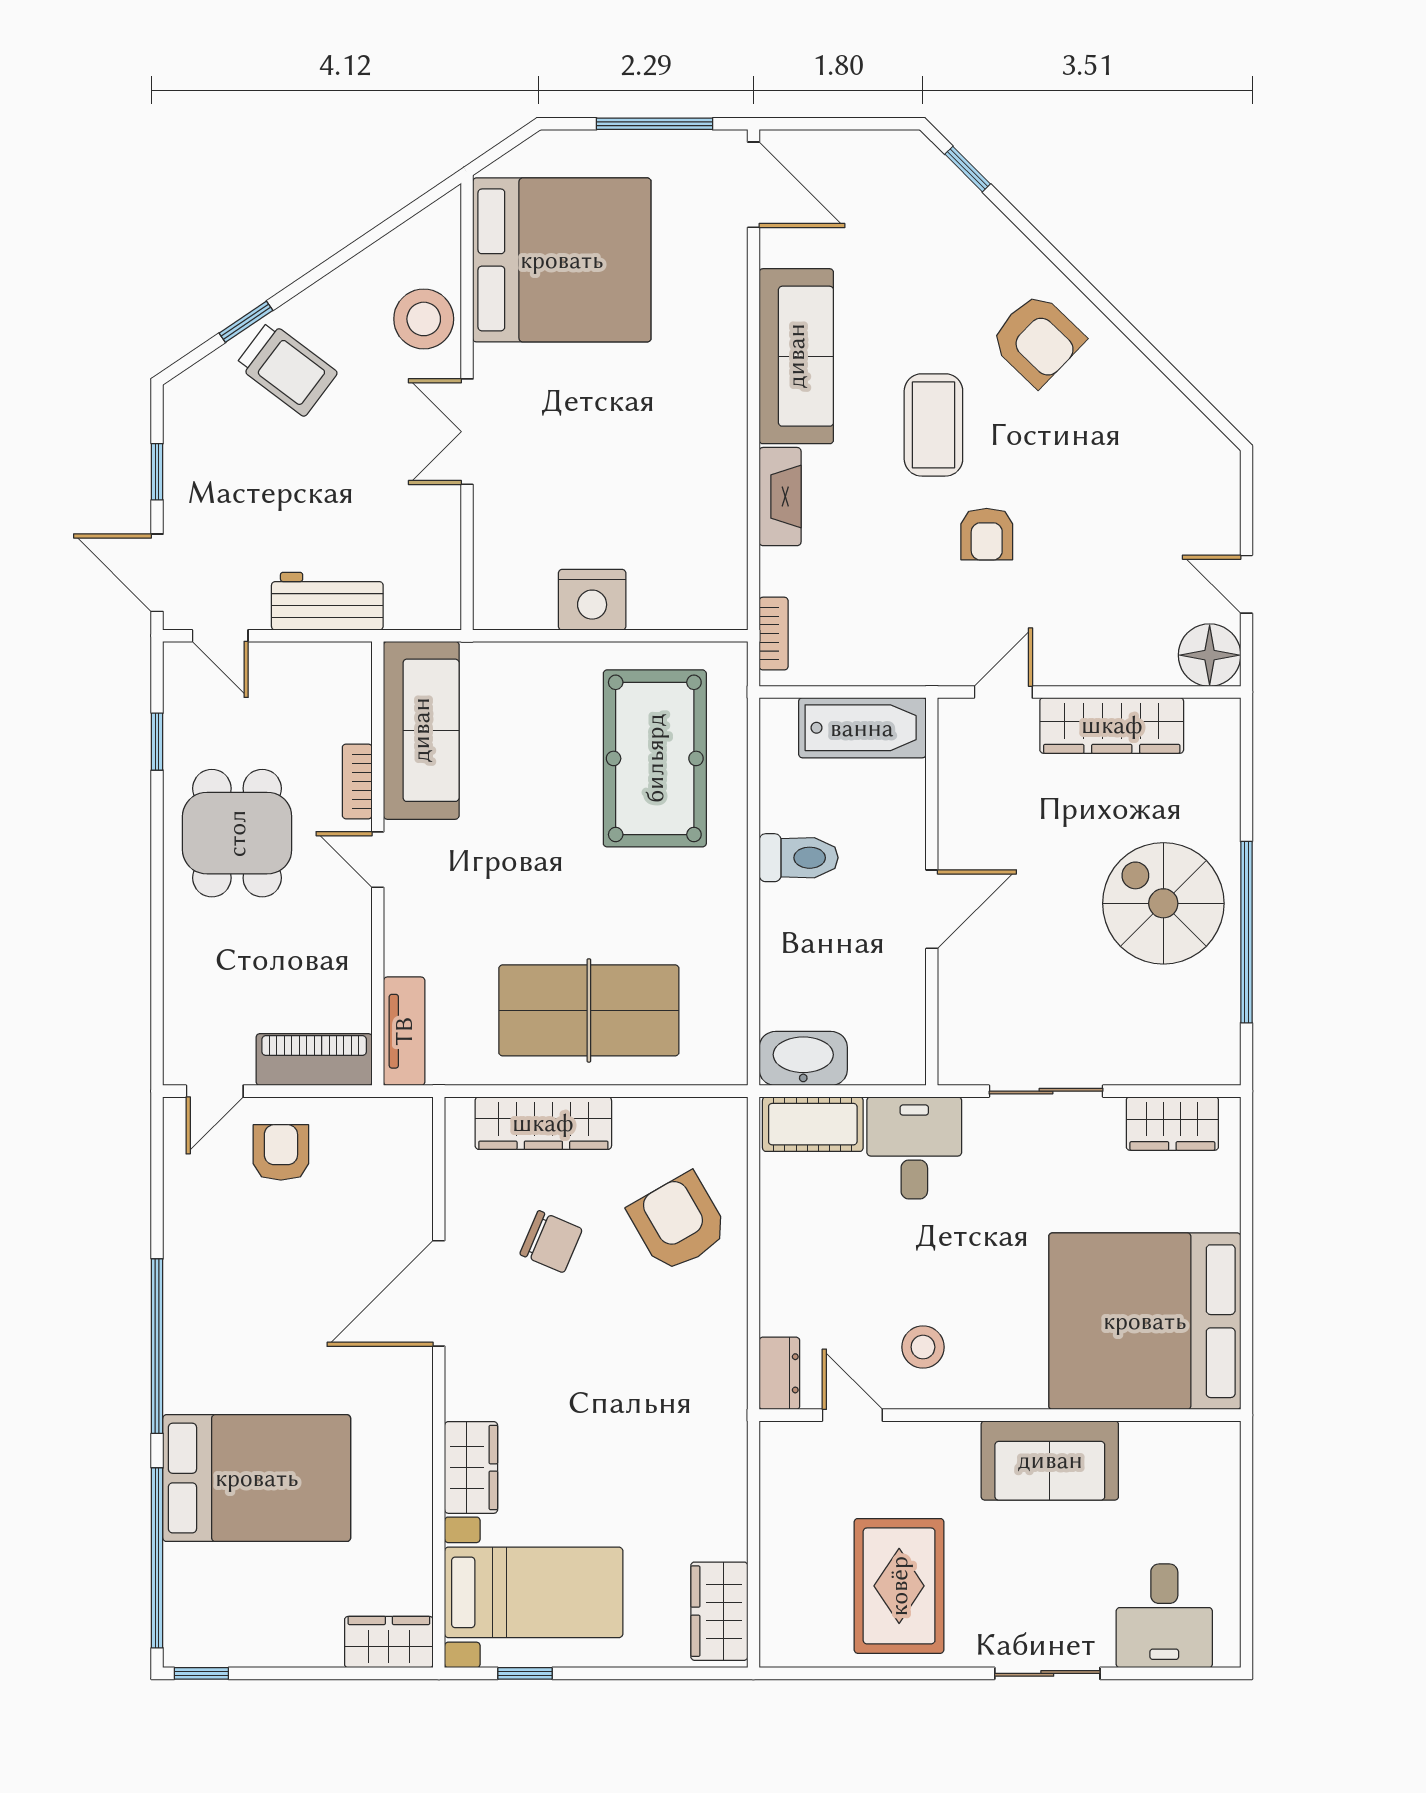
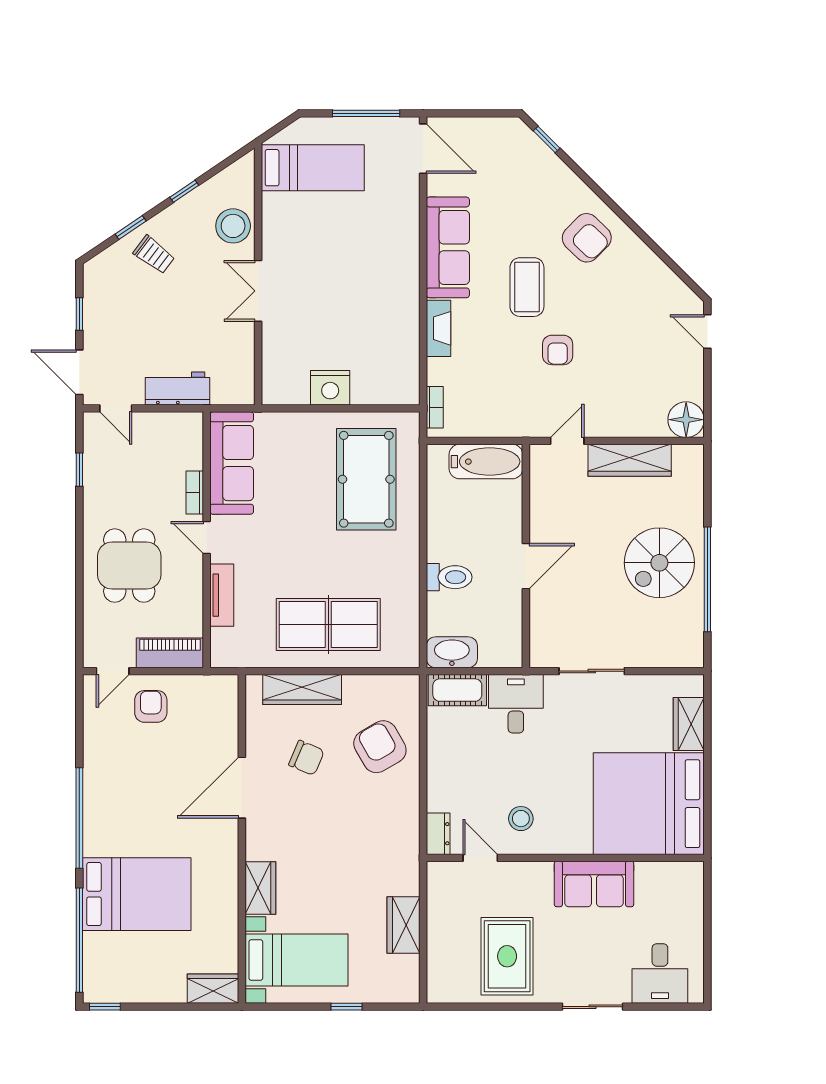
window: (339, 259) -> (184, 191), added
bed: (562, 260) -> (313, 168), width x0.49
trolley: (287, 369) -> (154, 255), width x0.73, depth x0.72
door: (1246, 584) -> (707, 332), moved
dining table: (237, 833) -> (129, 566), moved
toilet: (799, 858) -> (449, 577), moved
spiral stairs: (1163, 903) -> (659, 563), turned -90
tv unit: (404, 1031) -> (222, 595), moved
wardrobe: (1172, 1124) -> (689, 724), moved, turned 90
wardrobe: (719, 1611) -> (403, 925), moved
window: (525, 1673) -> (346, 1007), moved

